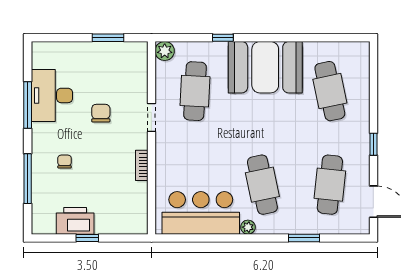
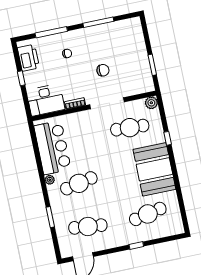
desk: (52, 95) -> (46, 100), moved, turned 180
doorway: (151, 118) -> (107, 103), width x1.88
window: (373, 144) -> (136, 246), moved
printer: (75, 221) -> (28, 58), moved

